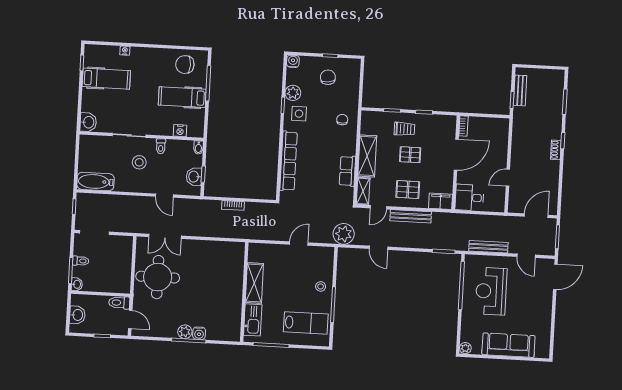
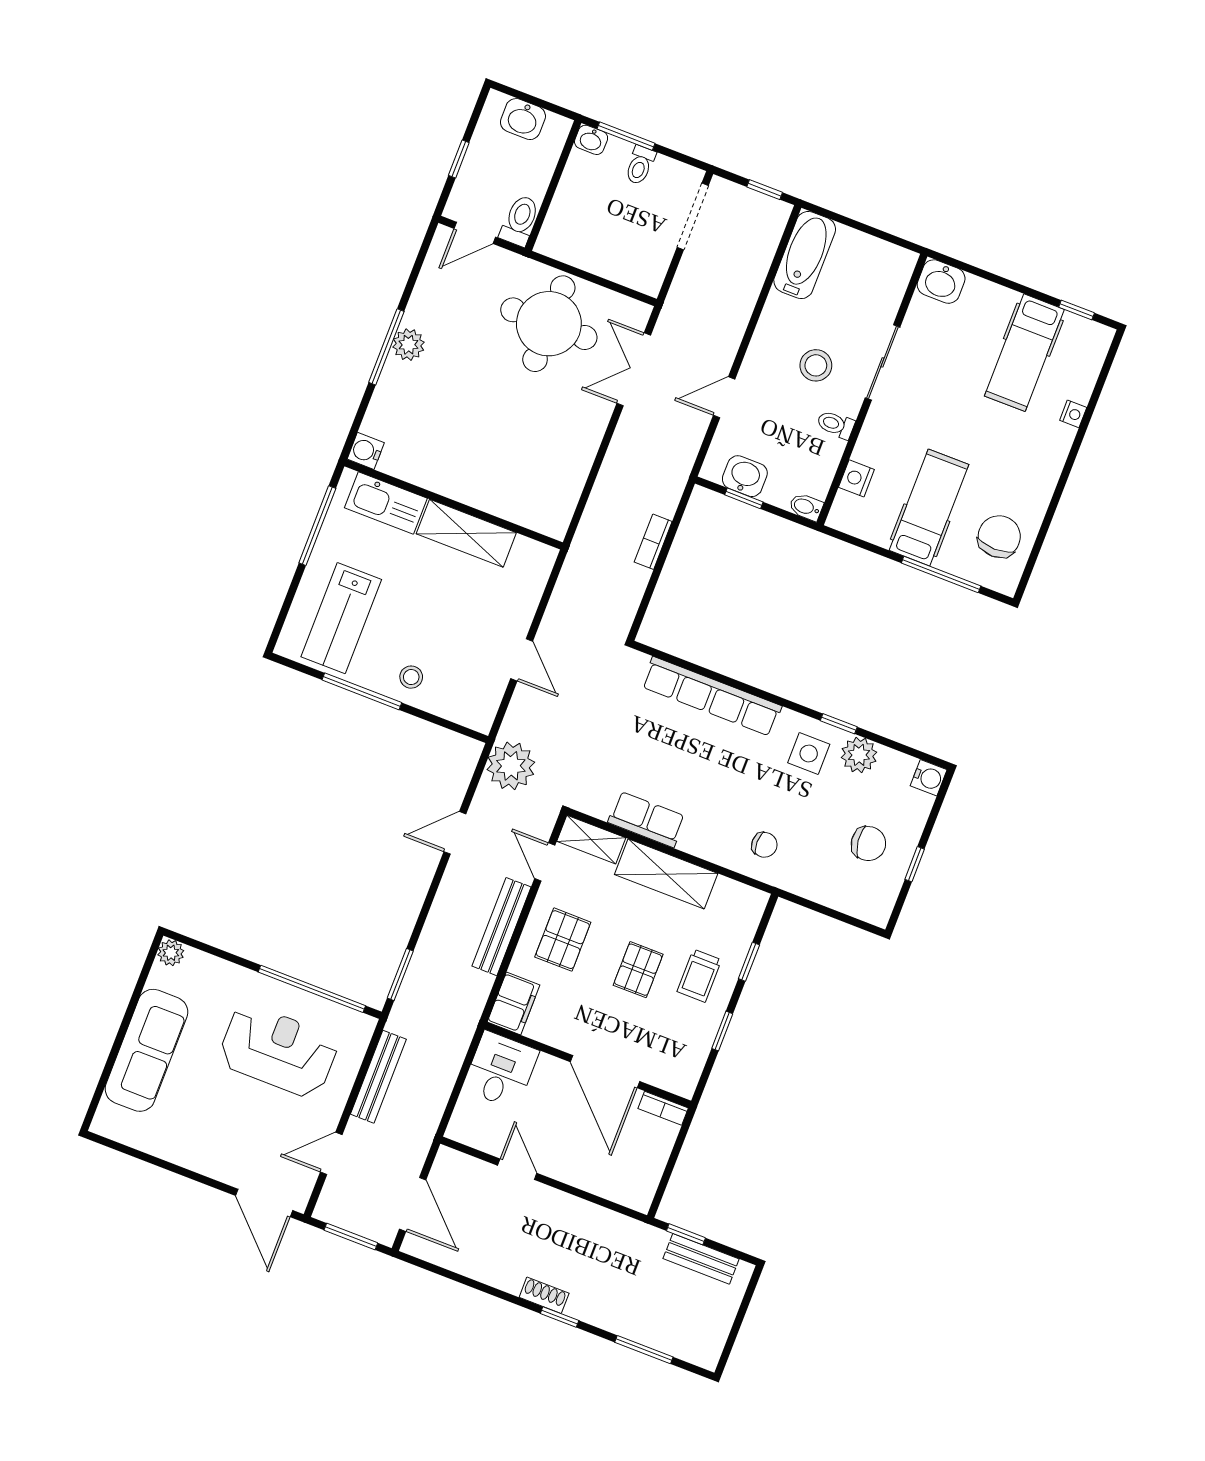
water cooler: (199, 333) -> (366, 451), moved

